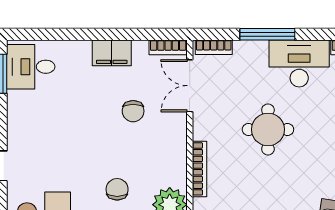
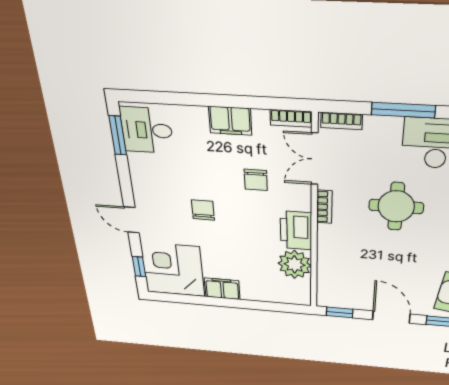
printer: (172, 164) -> (296, 230), added
bookcase: (199, 169) -> (324, 207), moved, width x0.64
chair: (117, 189) -> (203, 210), moved

